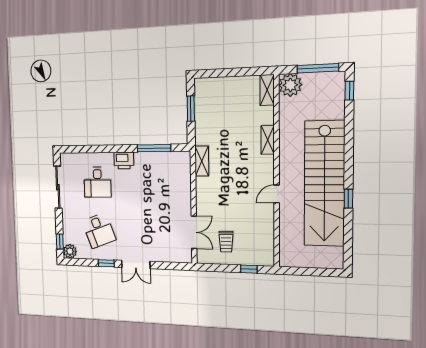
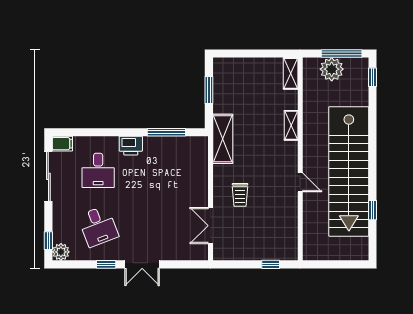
plant: (290, 85) -> (332, 69), moved
filing cabinet: (68, 159) -> (62, 144), added
shelving: (202, 161) -> (223, 139), width x1.50, depth x1.33
door: (277, 194) -> (300, 182), swing flipped
window: (348, 199) -> (373, 210), moved
double door: (194, 232) -> (210, 226), swing flipped
trolley: (226, 242) -> (240, 195), moved

